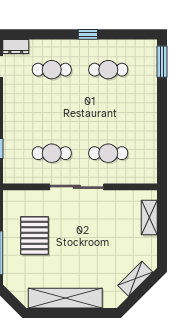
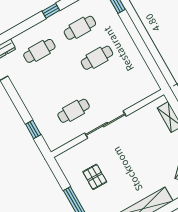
cafe table: (108, 153) -> (97, 58), moved
pallet: (34, 236) -> (95, 177), width x0.67, depth x0.71

